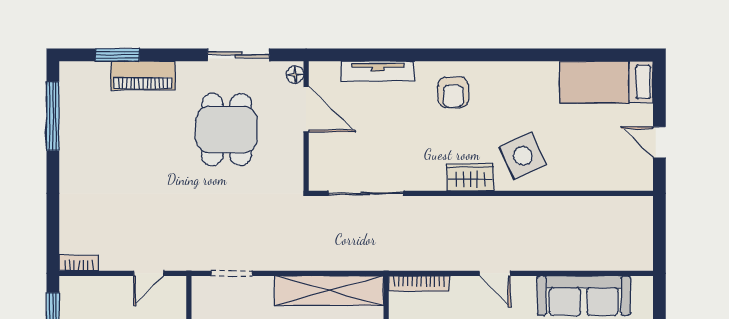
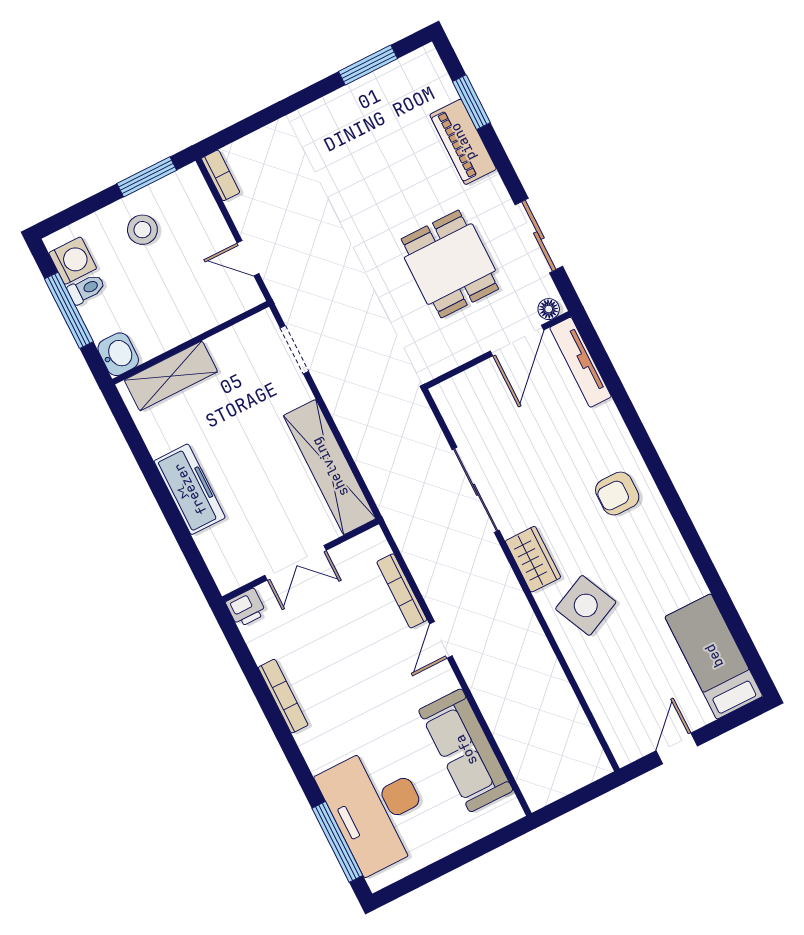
tv unit: (378, 71) -> (580, 362), moved
window: (53, 116) -> (368, 65), width x0.69
dining table: (226, 130) -> (450, 264), turned 90
sliding door: (366, 193) -> (476, 490), moved
bookcase: (419, 284) -> (402, 591), moved

